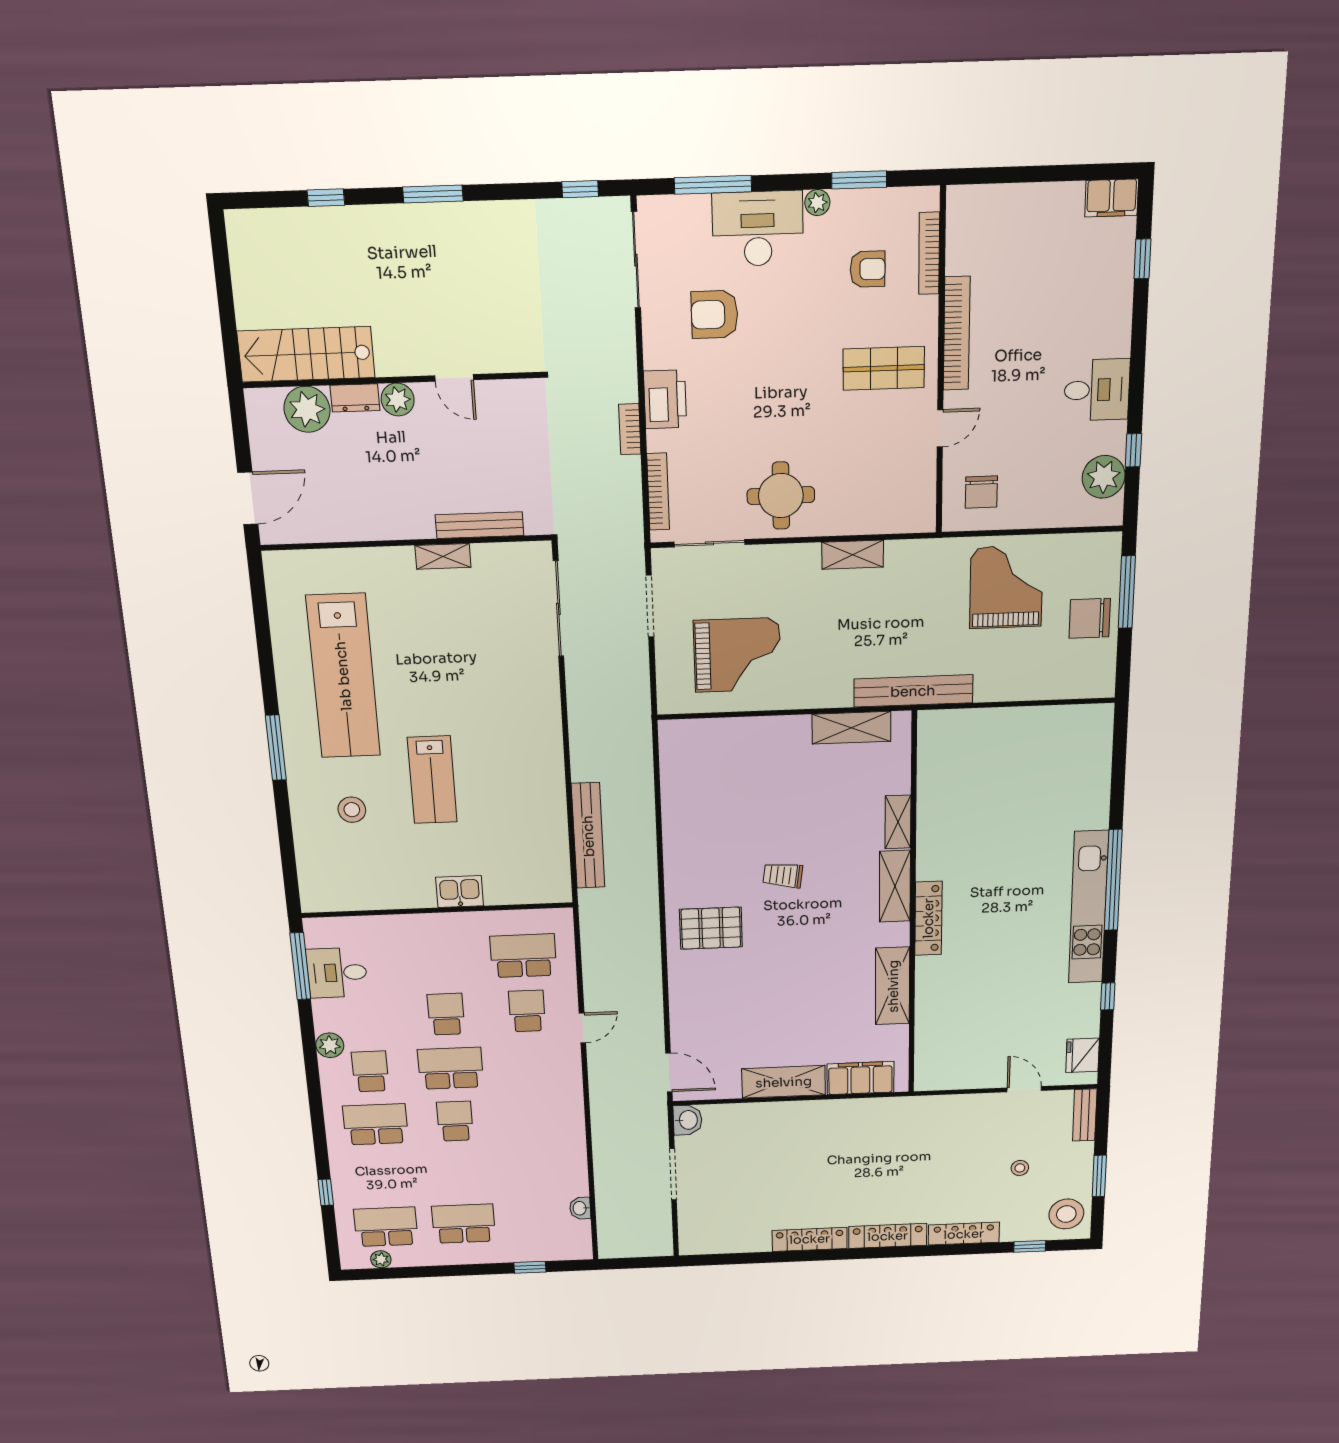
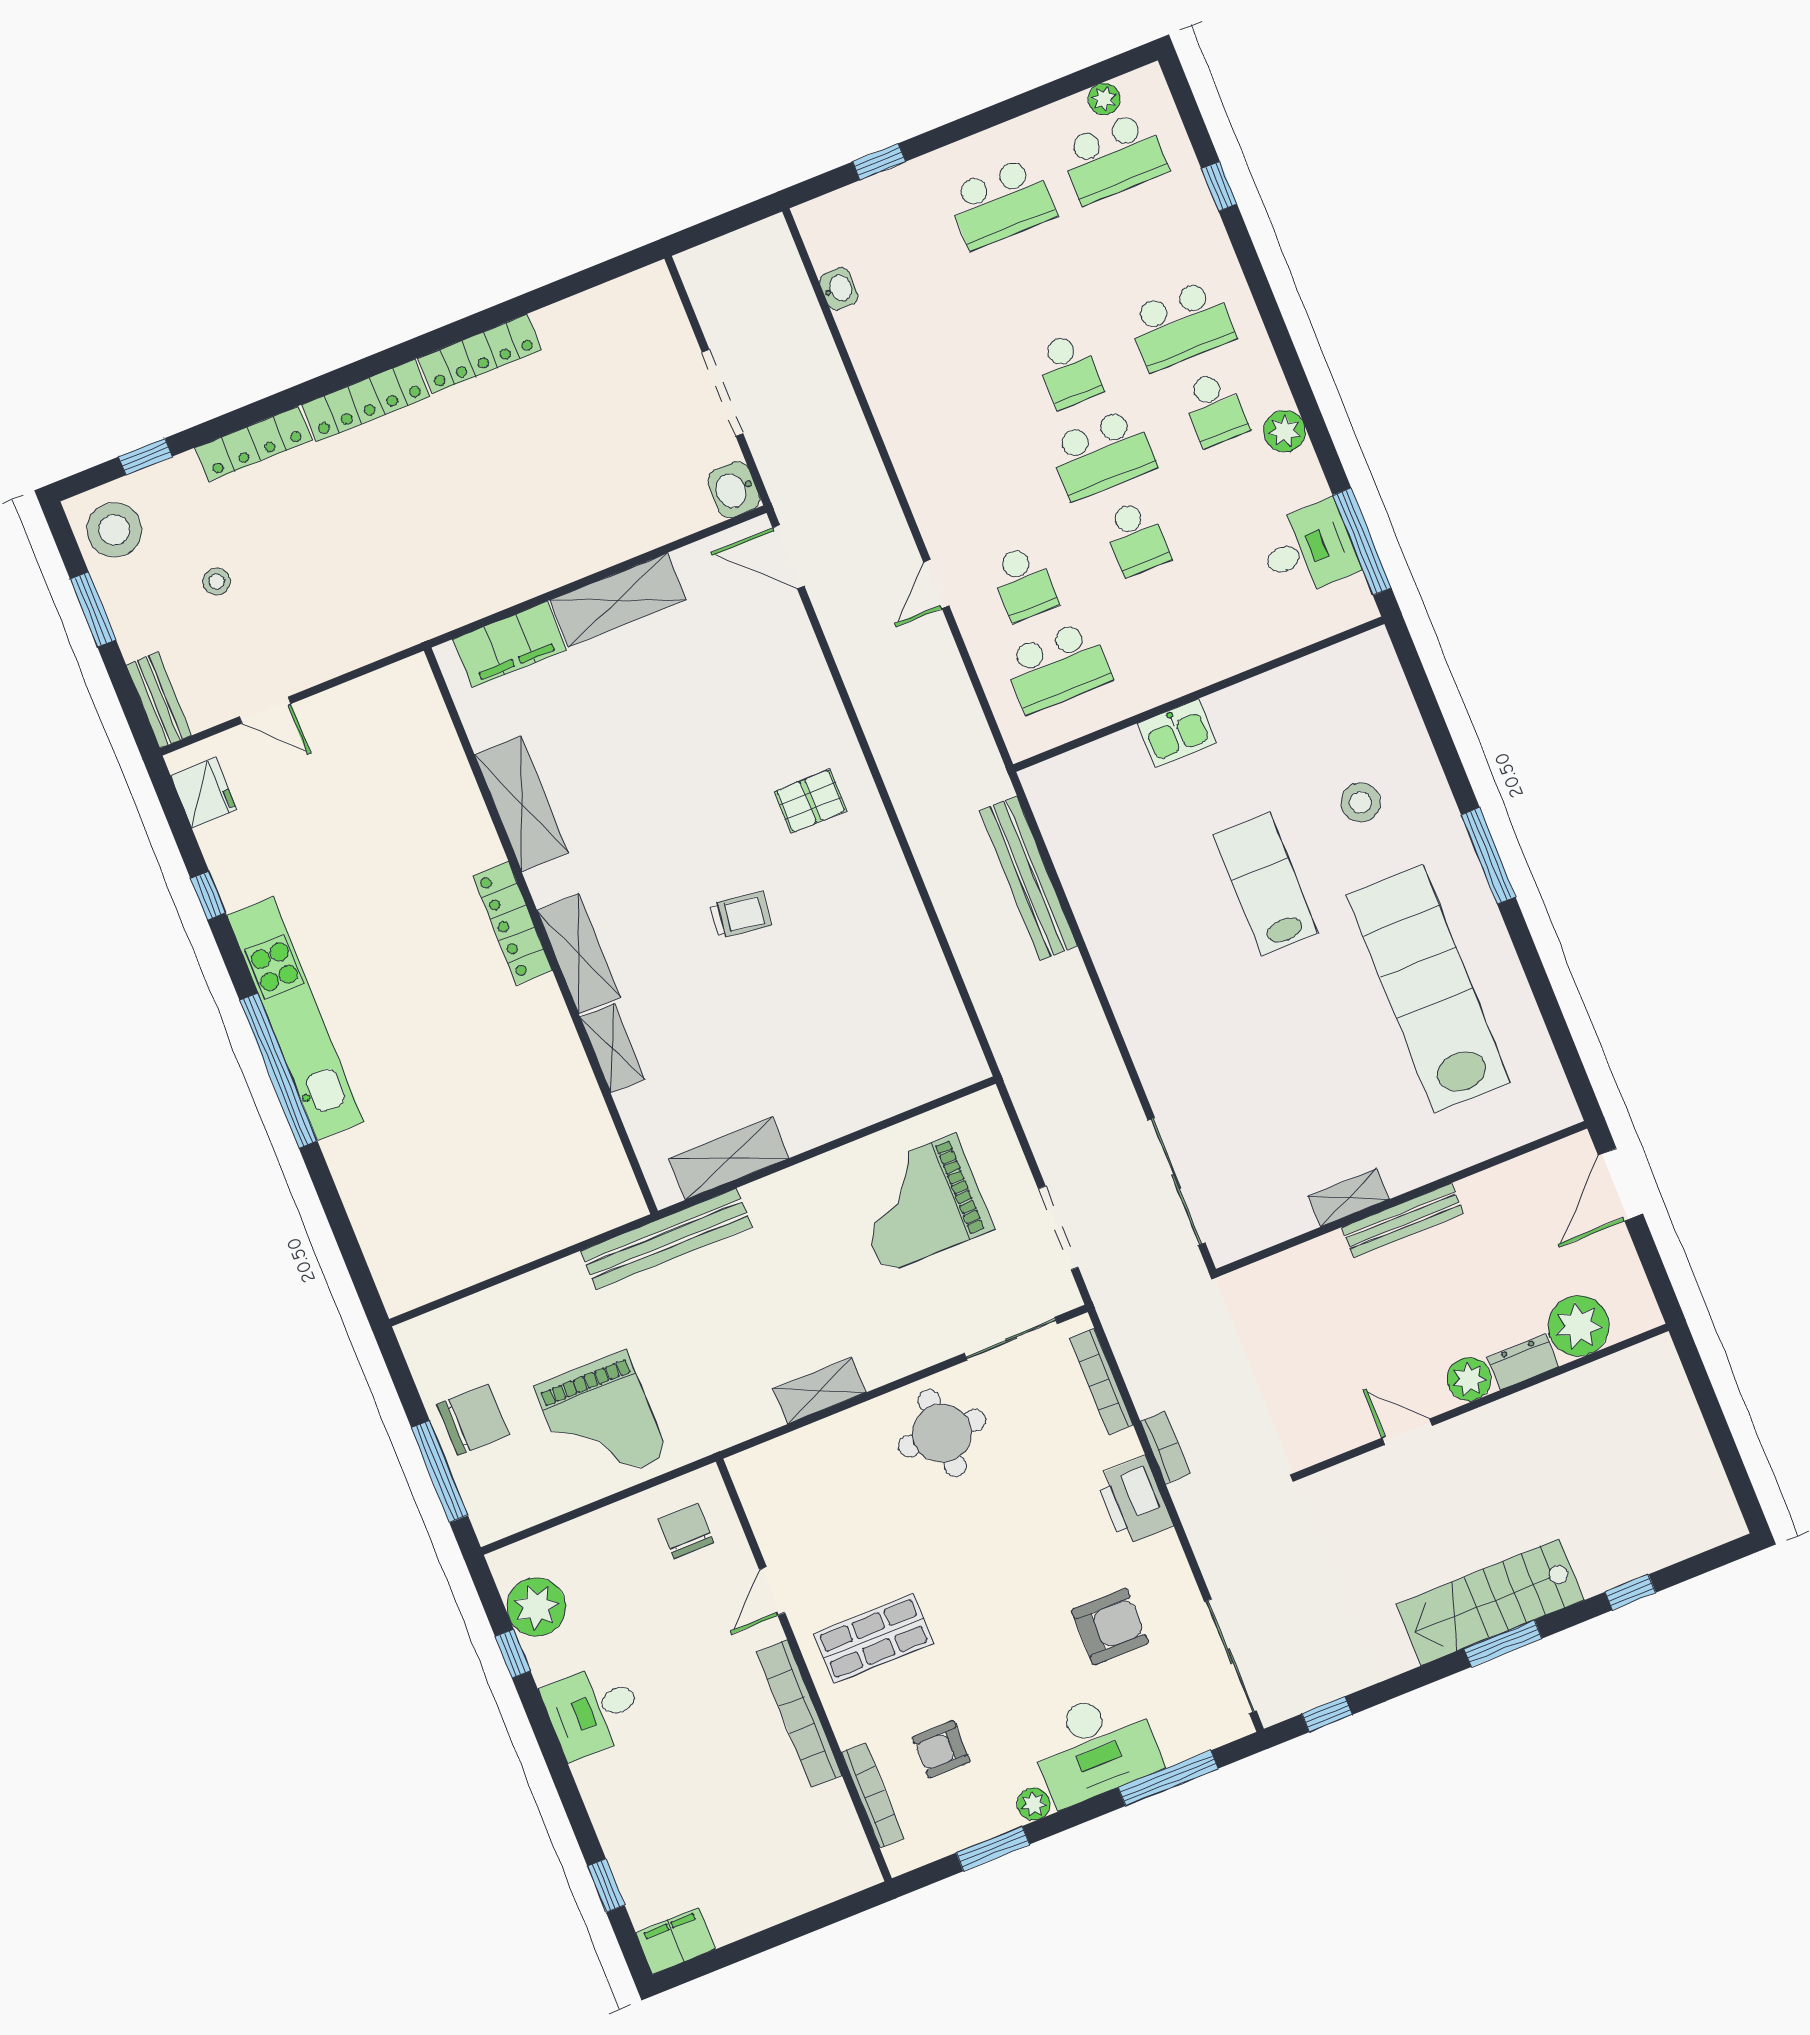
stairs: (306, 354) -> (1490, 1602), moved, turned 180
bench: (479, 525) -> (1402, 1220), moved
pallet: (711, 928) -> (811, 801), width x0.67, depth x0.71

